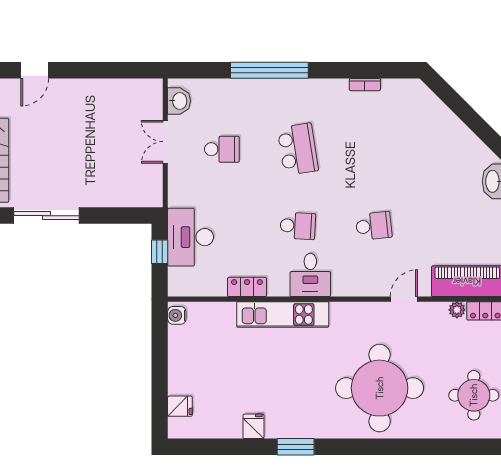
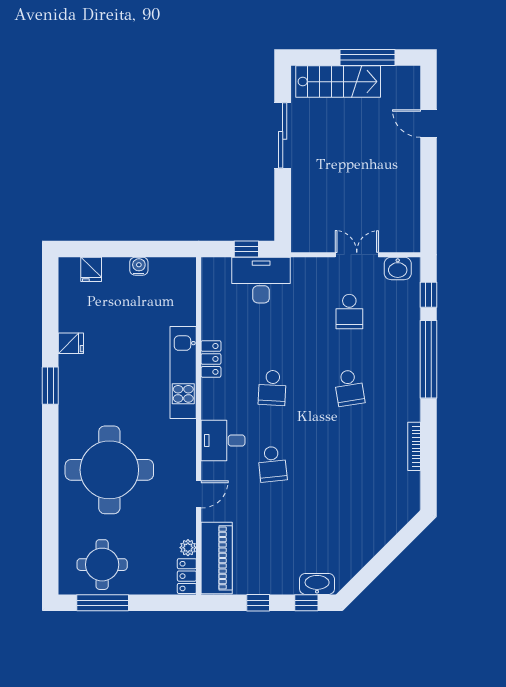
window: (205, 70) -> (429, 295), added
bookcase: (365, 85) -> (414, 446), width x1.56
school desk: (298, 149) -> (349, 388), width x0.54
desk: (310, 275) -> (223, 440), moved
locker: (247, 287) -> (211, 359), moved
door: (404, 299) -> (199, 494), hinge flipped
water cooler: (177, 315) -> (139, 266), moved

